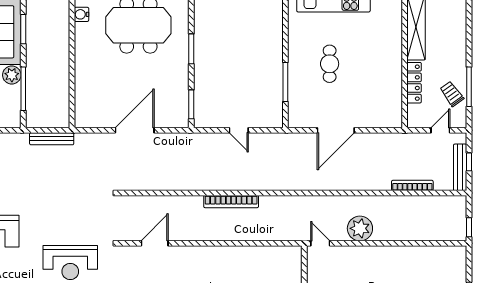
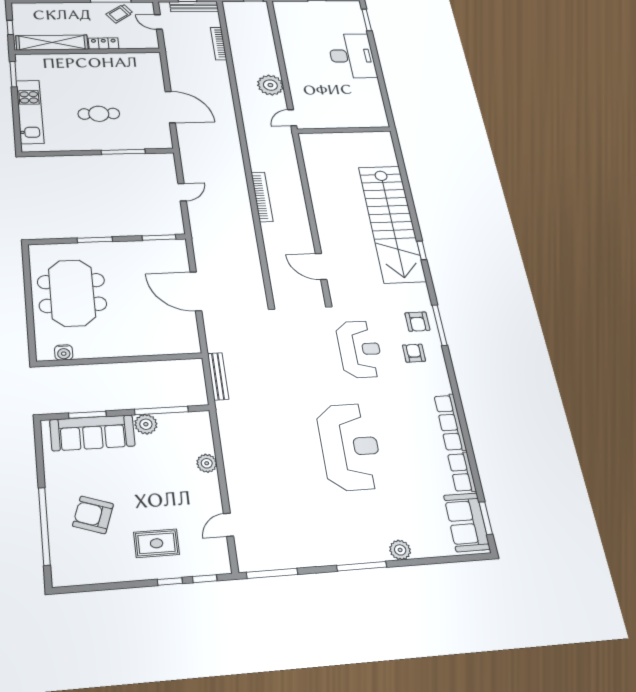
locker: (414, 83) -> (104, 44), width x0.66

